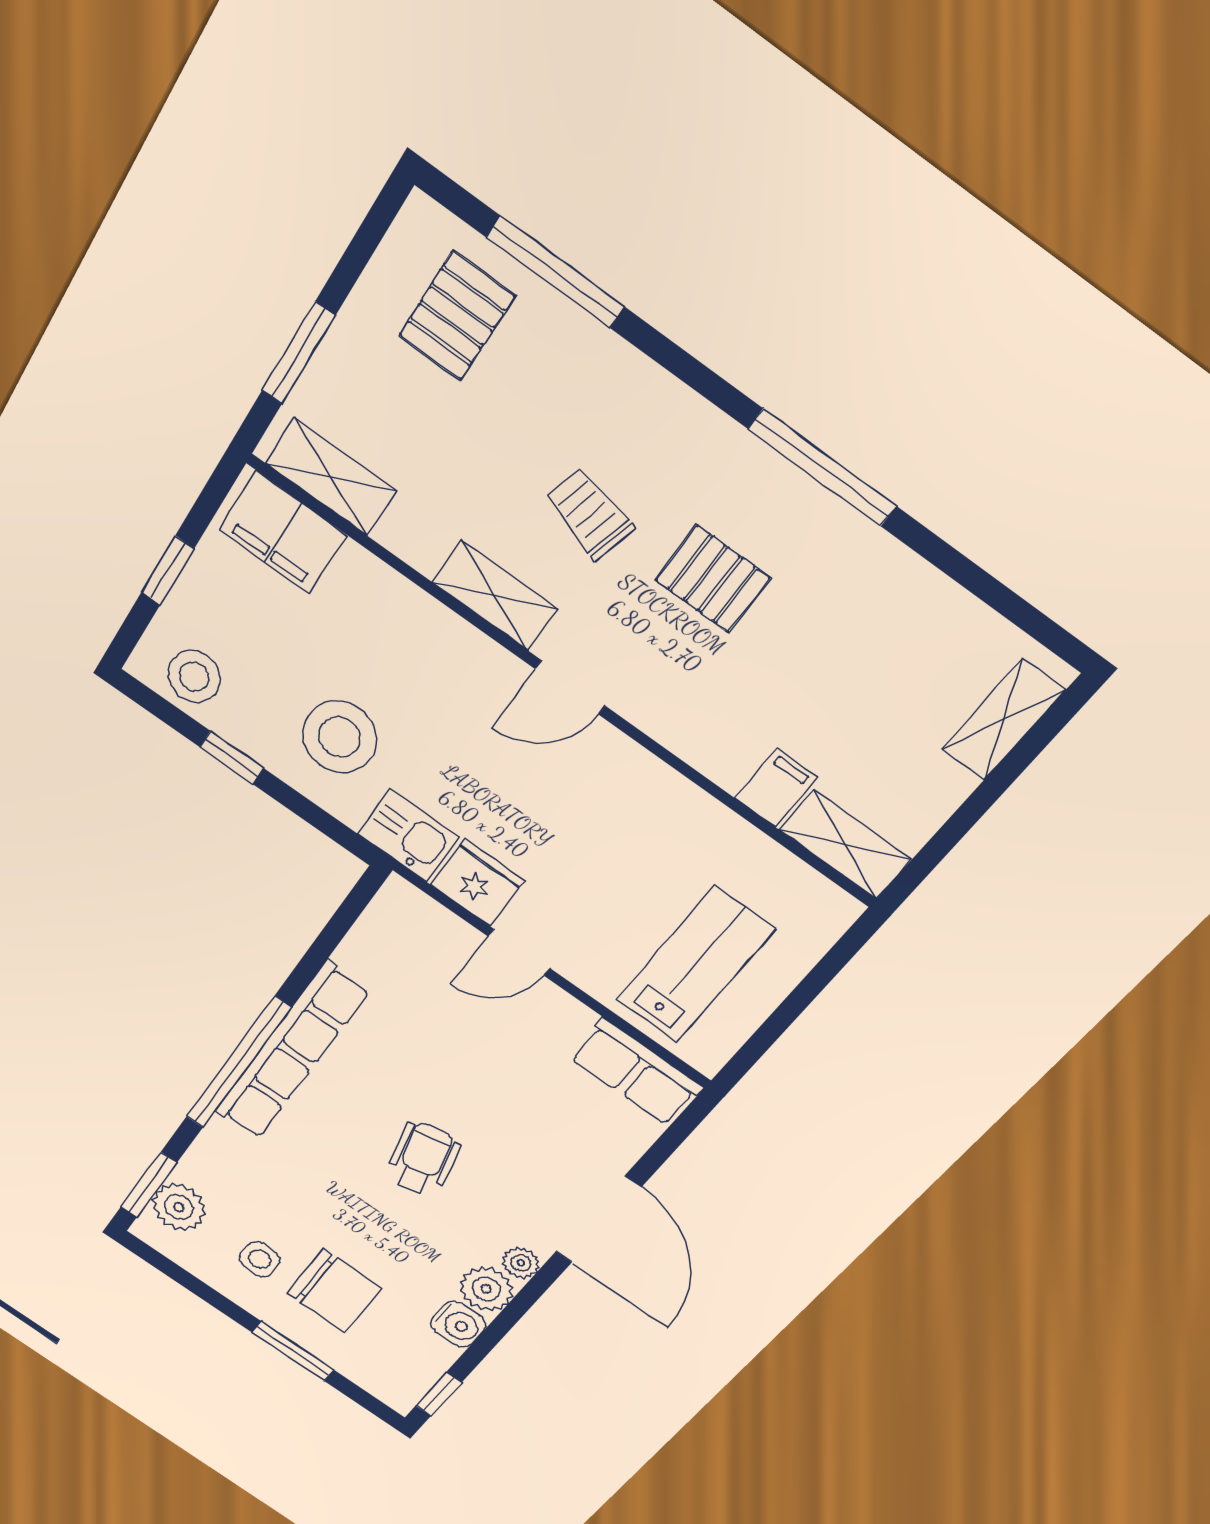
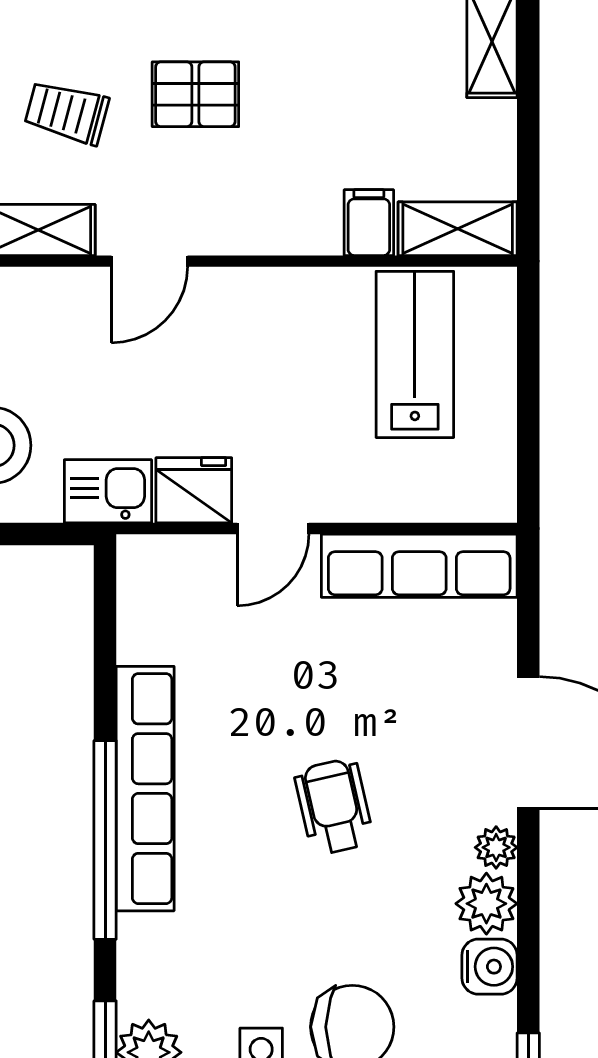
lab bench: (695, 965) -> (415, 354), moved
row of seats: (636, 1072) -> (419, 566), width x1.48

